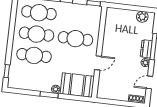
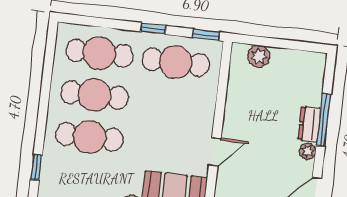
plant: (142, 17) -> (259, 56), moved
cafe table: (75, 39) -> (176, 62), moved

